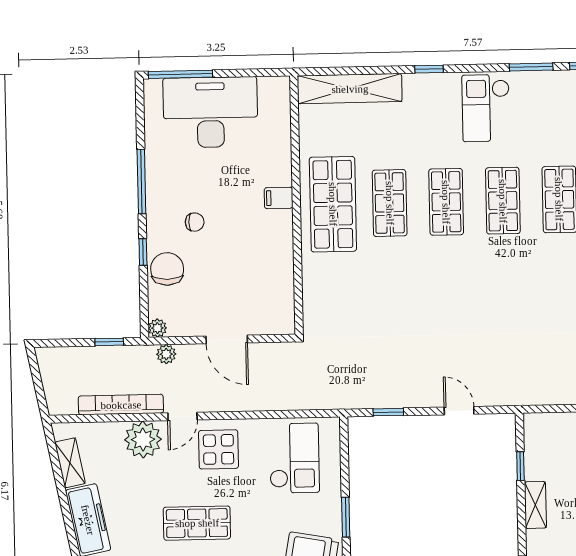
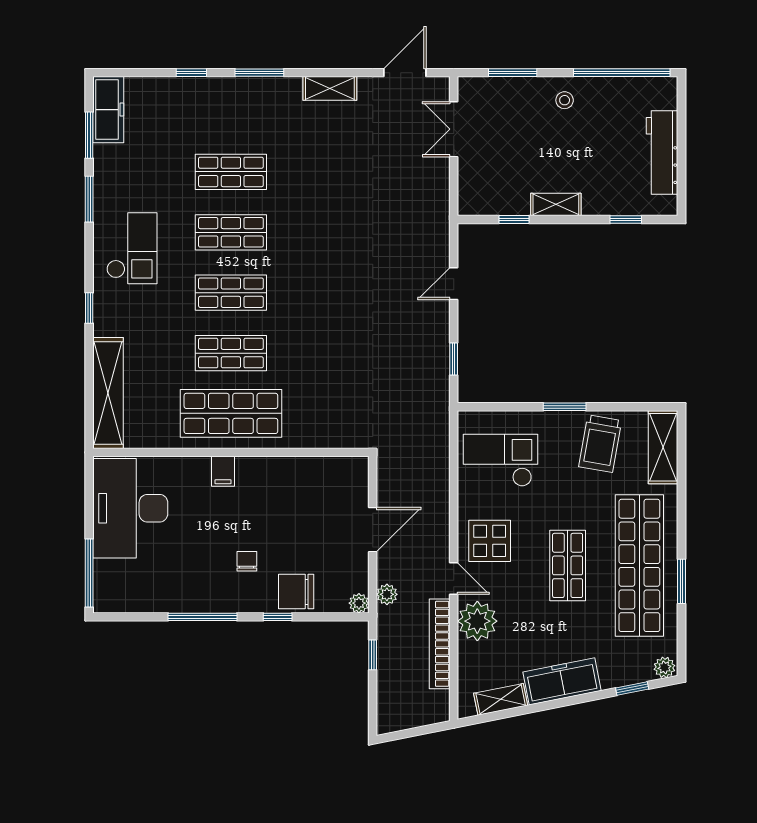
checkout: (486, 108) -> (132, 248), turned -90
desk: (210, 112) -> (130, 508), moved

